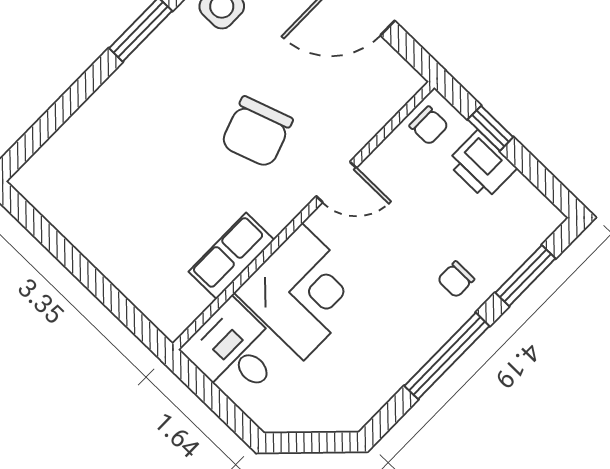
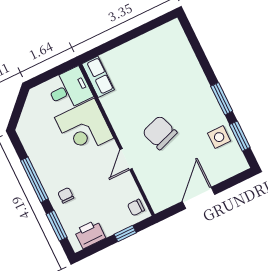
printer: (482, 165) -> (90, 234), moved
row of seats: (231, 256) -> (98, 77), moved

